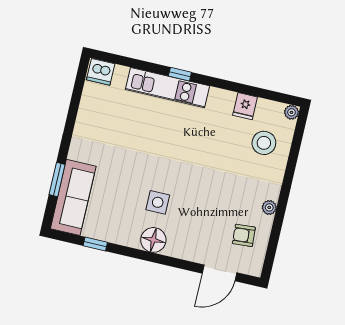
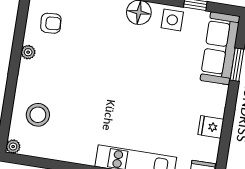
fridge: (245, 106) -> (211, 127), moved, turned -90
side table: (158, 202) -> (172, 20), moved

